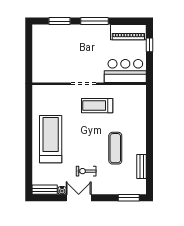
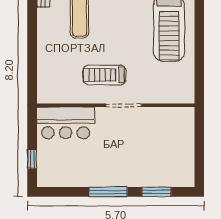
piano: (128, 32) -> (61, 177), removed
treadmill: (97, 106) -> (104, 75), turned 180

